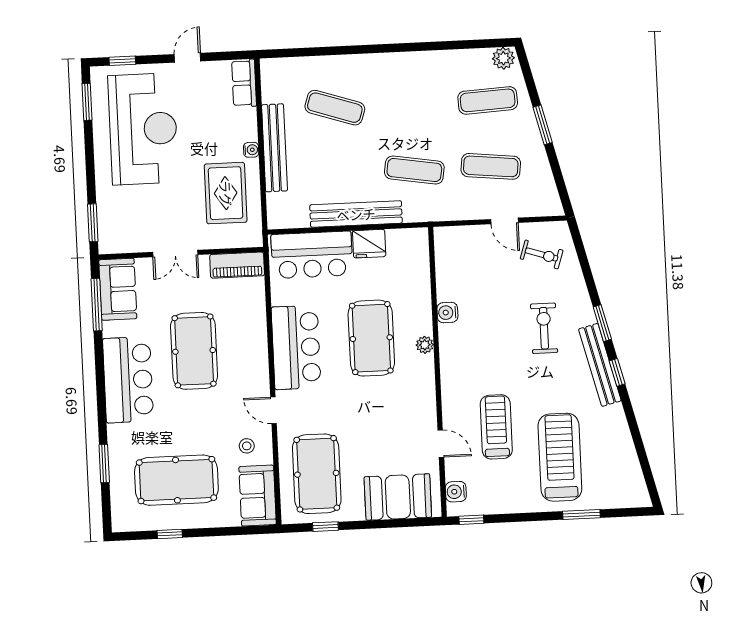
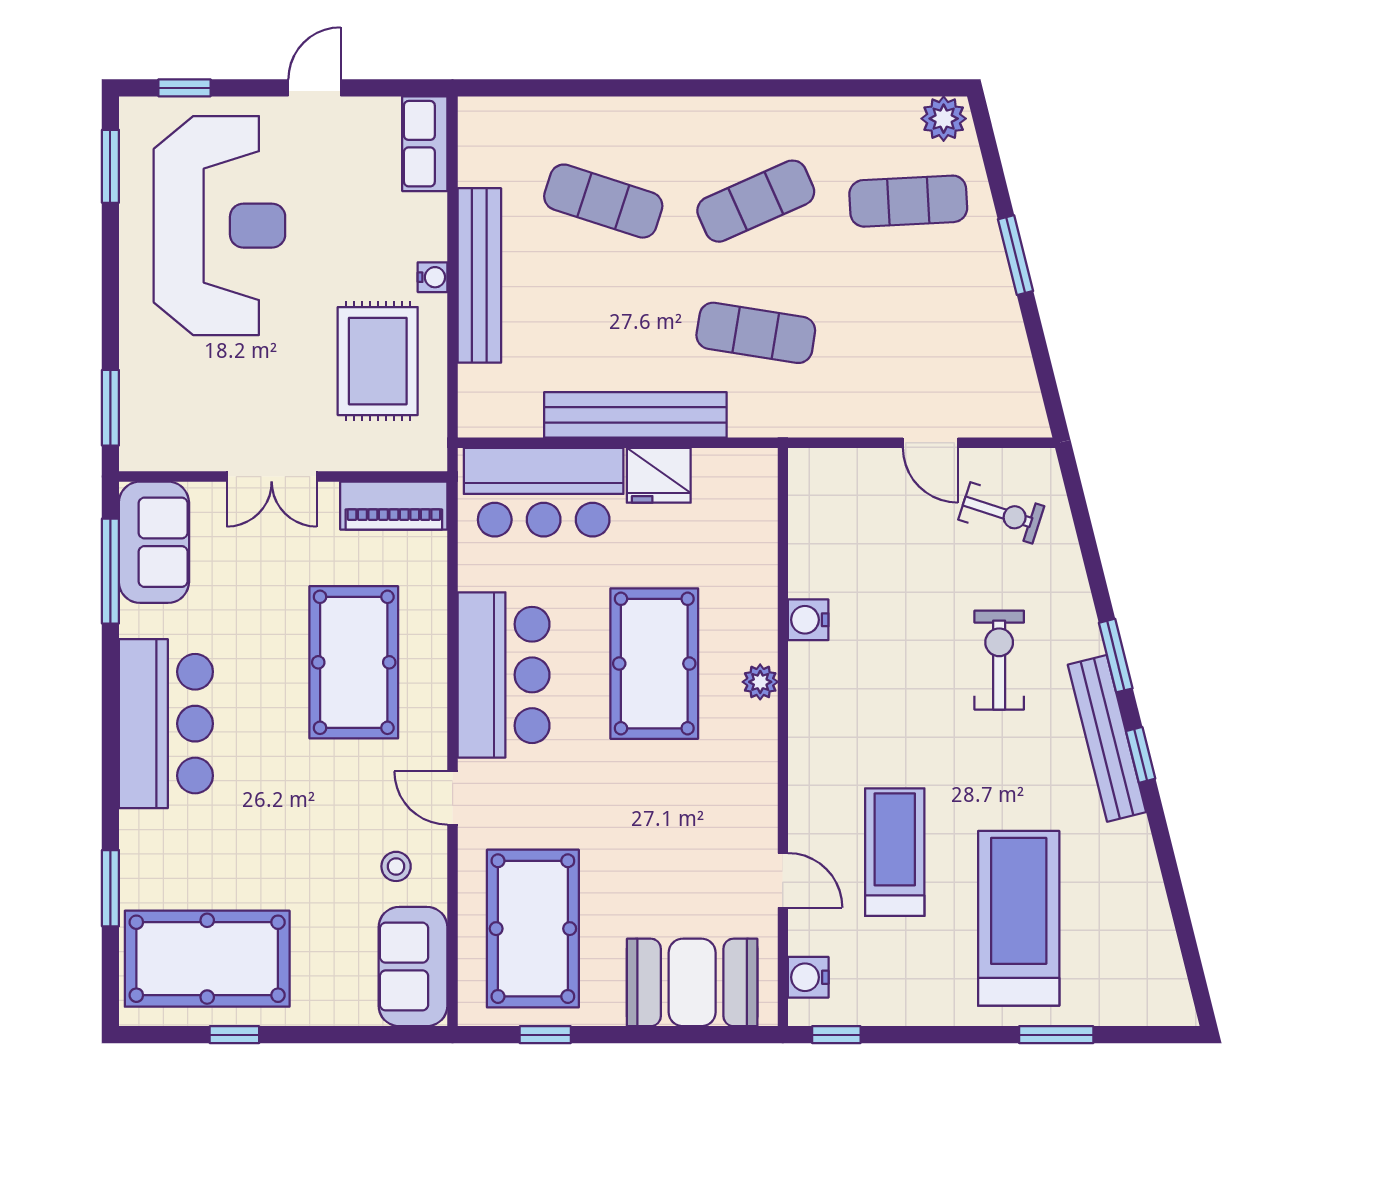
exercise mat: (491, 166) -> (756, 201), moved, turned -30
pool table: (194, 351) -> (354, 662), moved
pool table: (176, 480) -> (207, 959), moved

